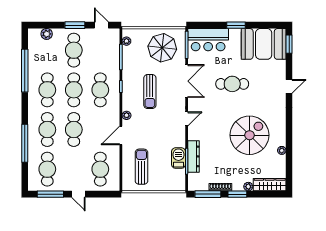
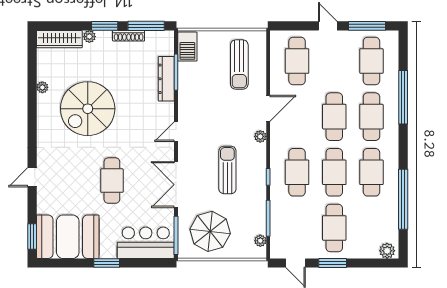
plant: (47, 34) -> (387, 251), moved
cafe table: (232, 84) -> (112, 181), turned 90
barbecue: (178, 158) -> (187, 47), moved

